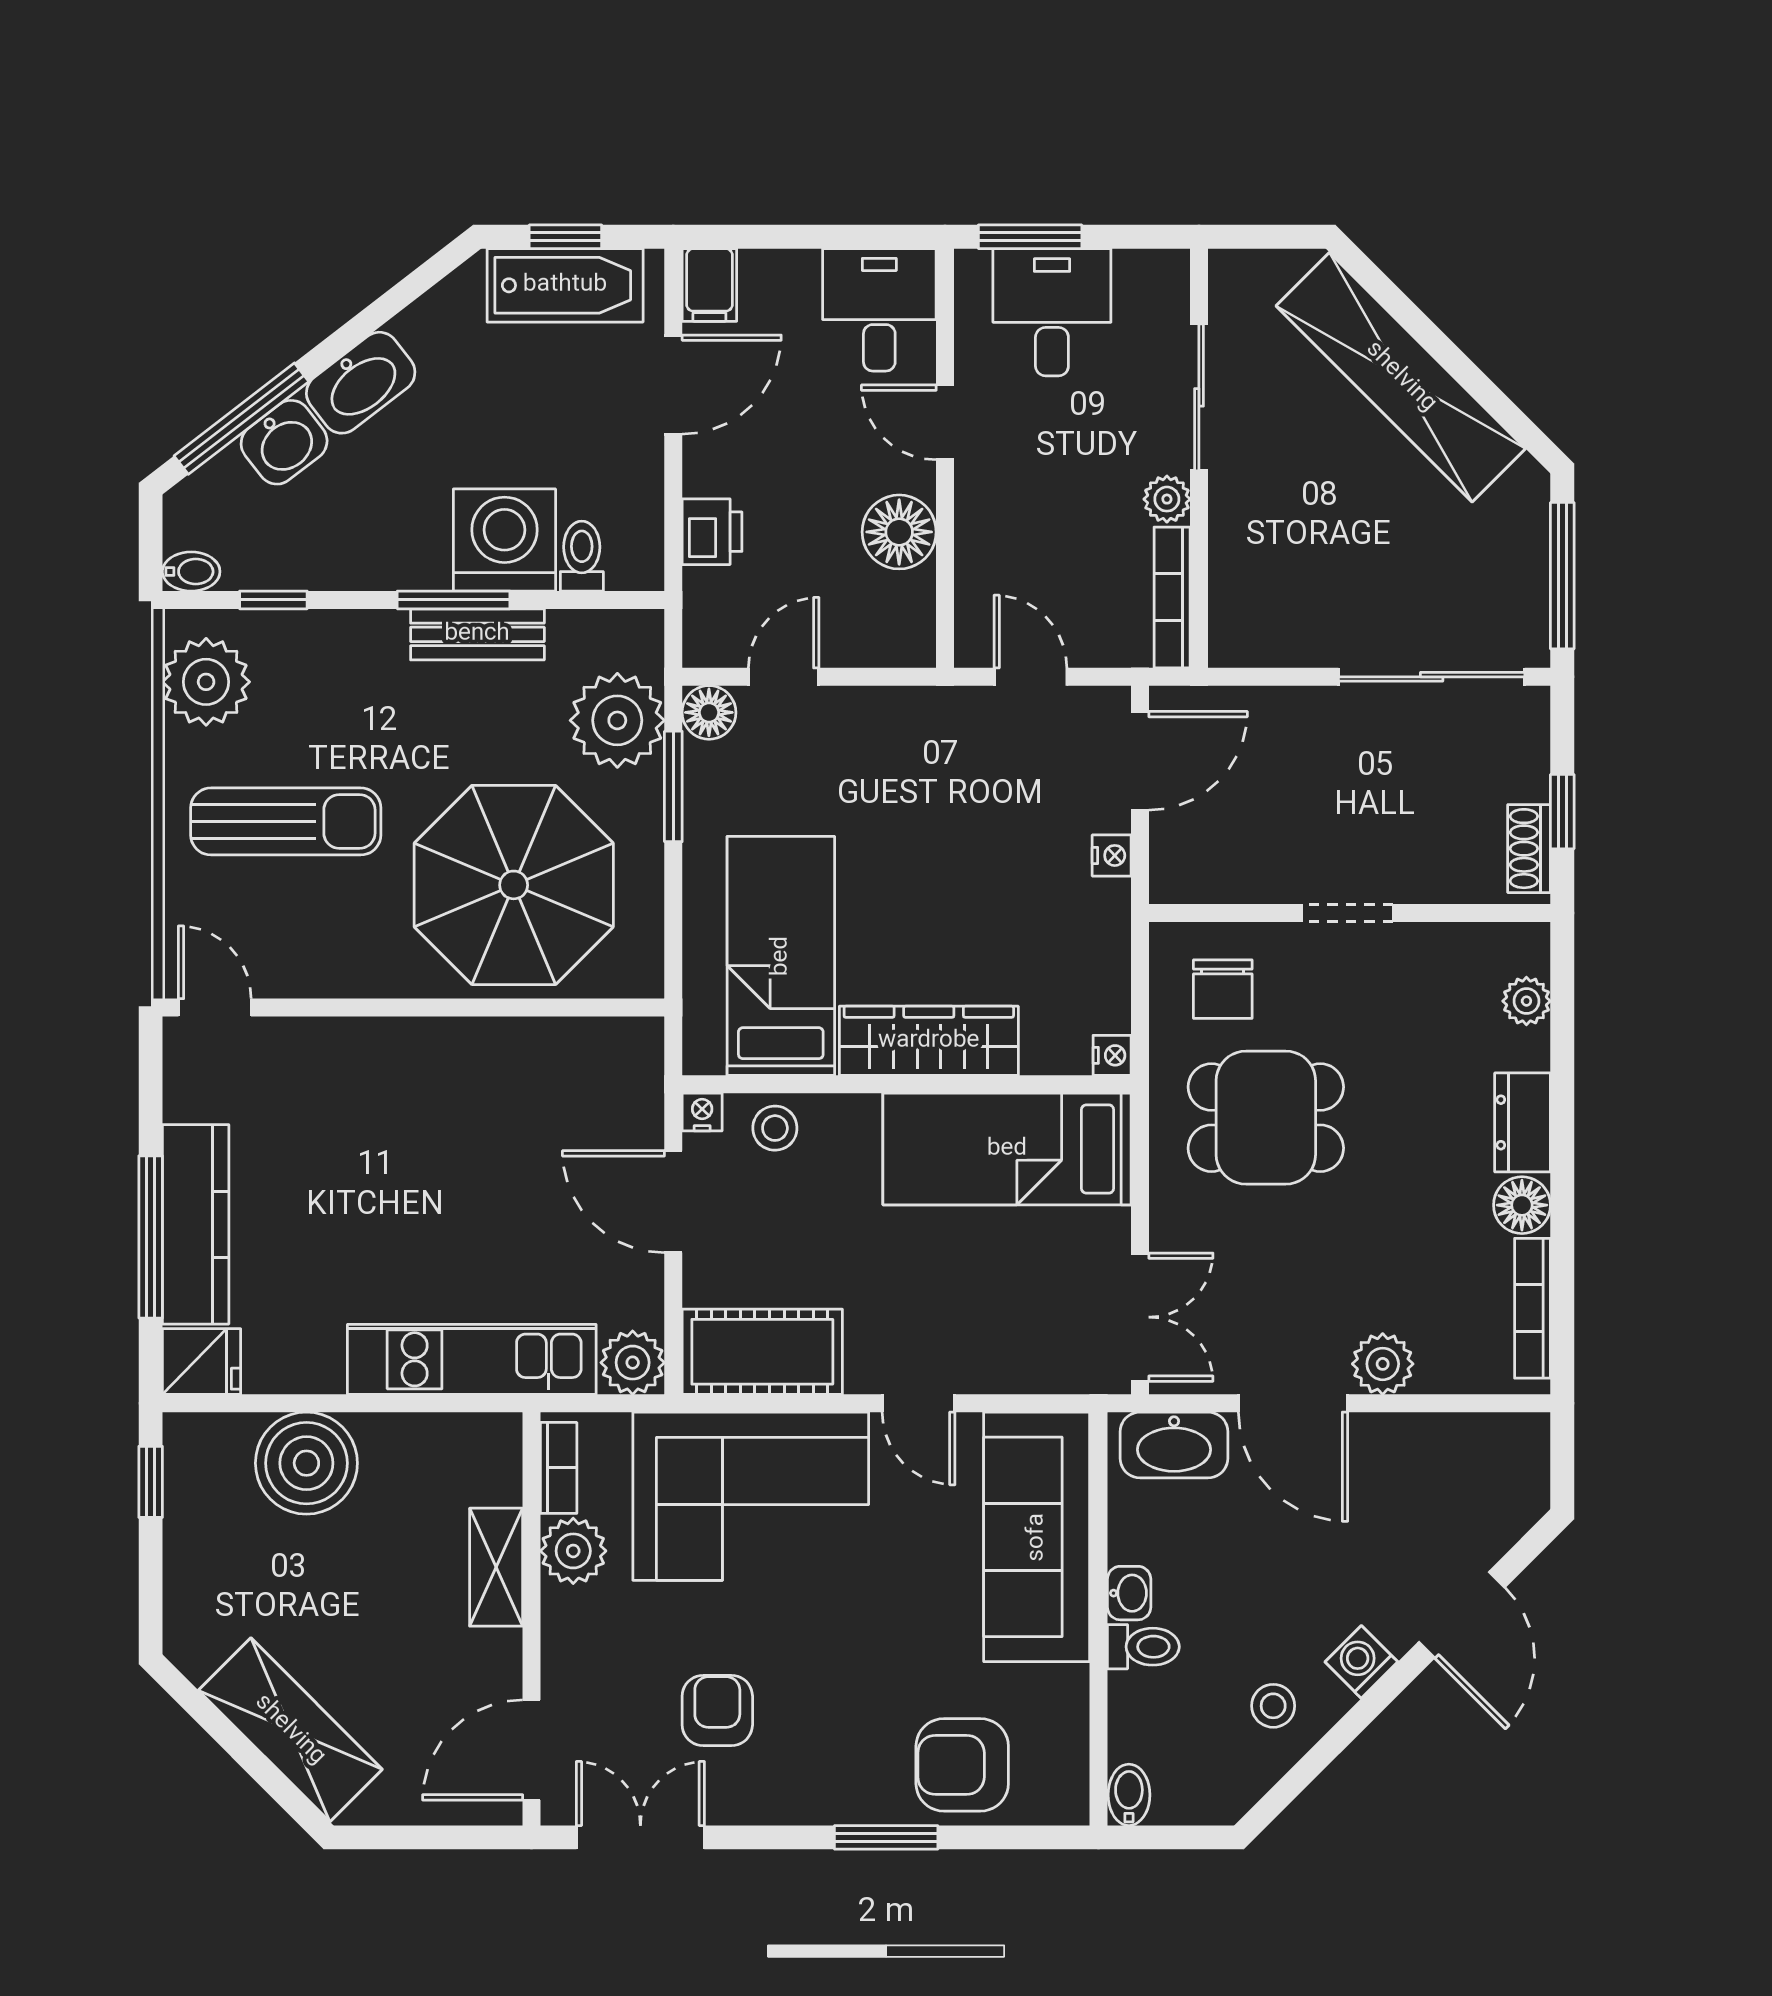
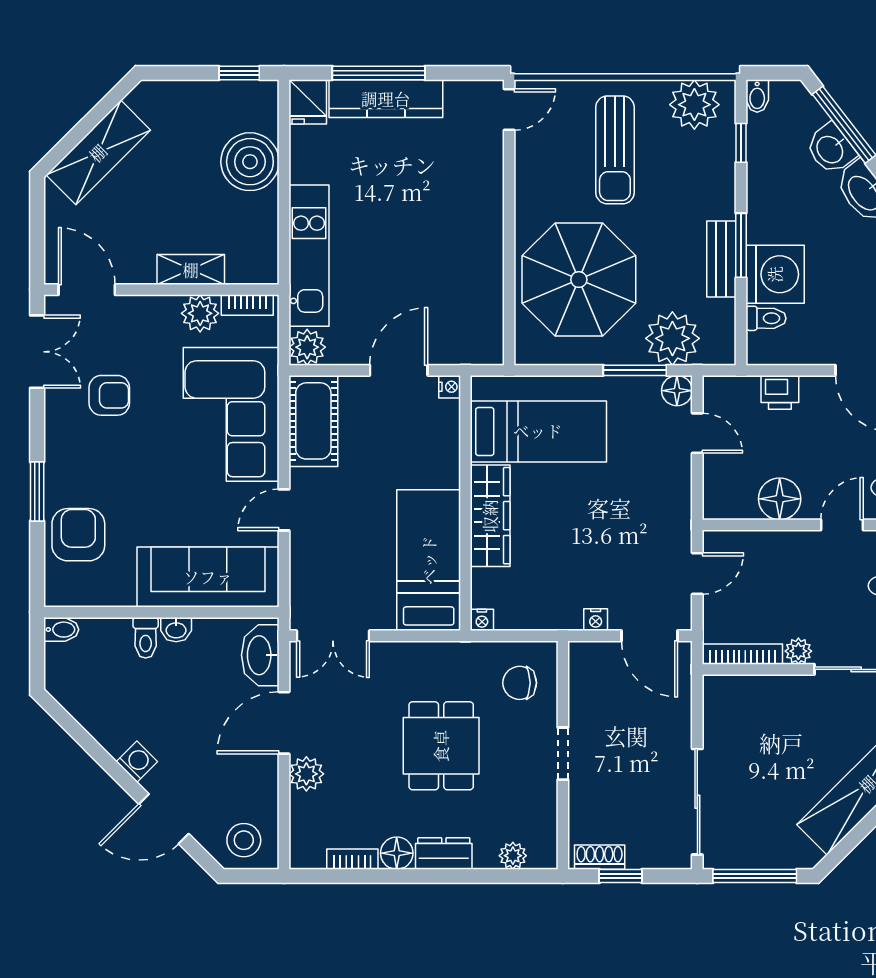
dining table: (1266, 1118) -> (441, 746), moved
stool: (775, 1128) -> (441, 428), removed
bookcase: (1532, 1308) -> (352, 859), width x0.64
stool: (1273, 1706) -> (244, 840), moved, width x1.37, depth x1.37

